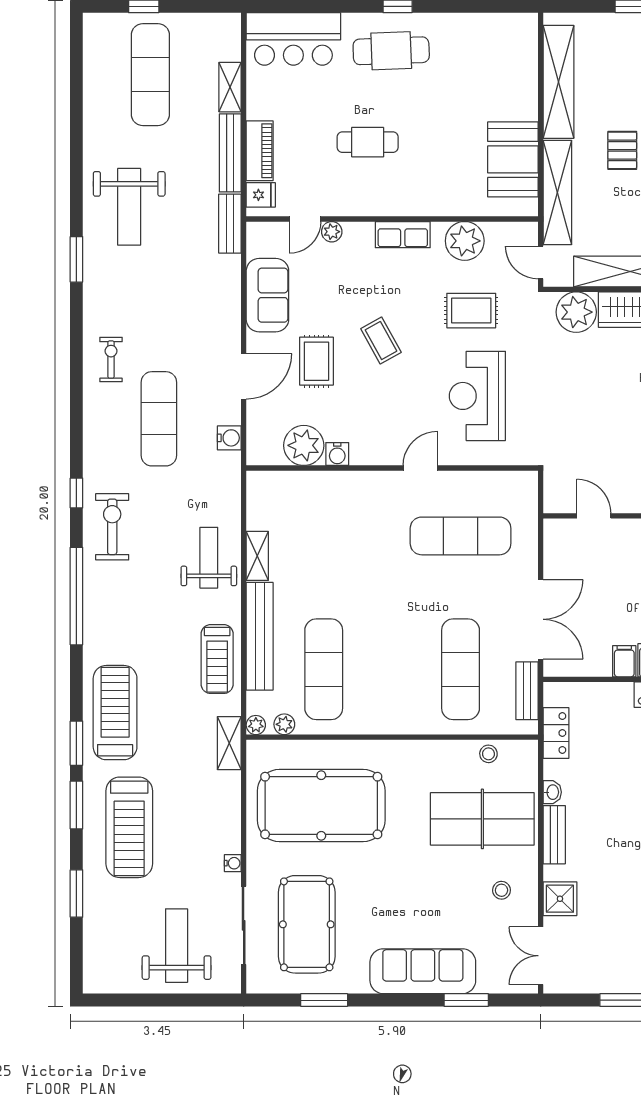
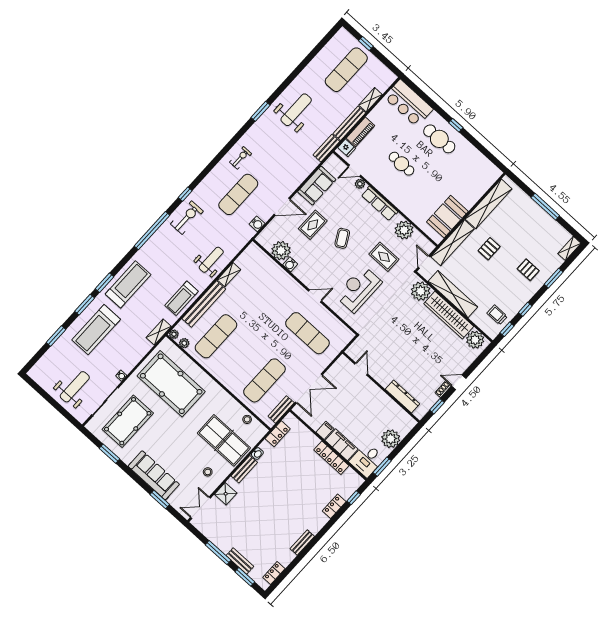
weight bench: (129, 207) -> (296, 110), turned 180
row of seats: (403, 235) -> (379, 204), width x1.48

